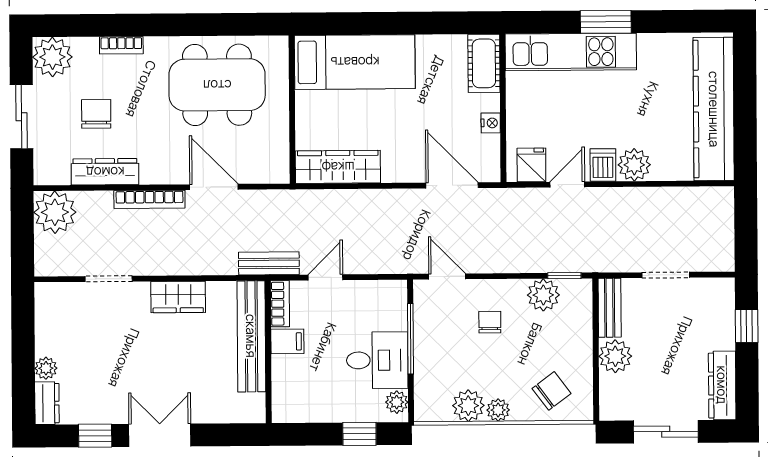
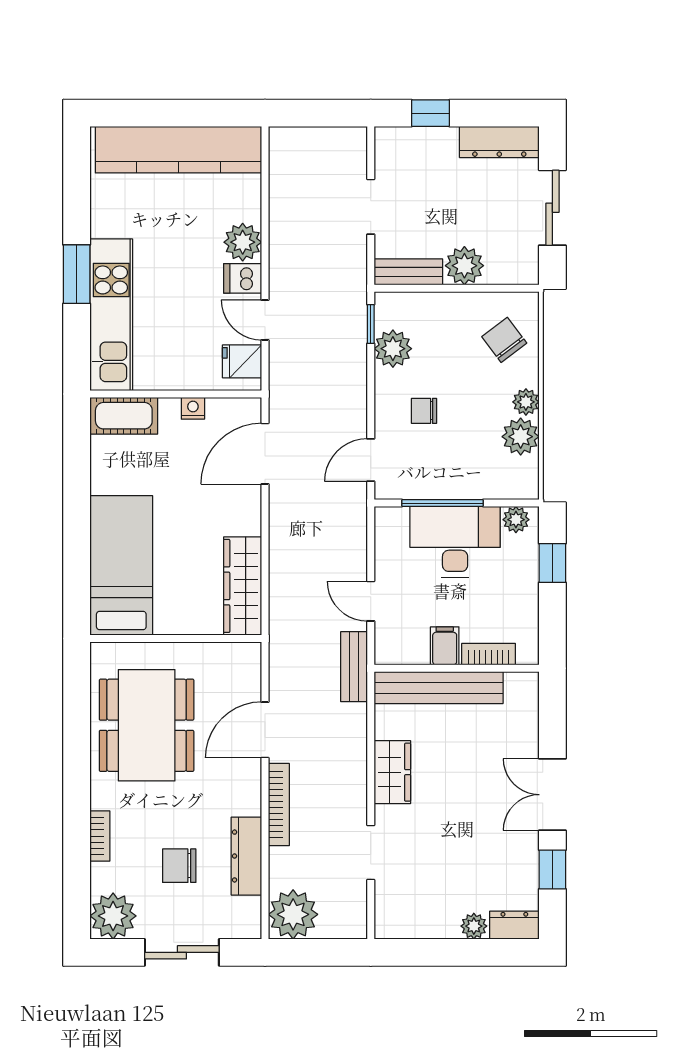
bookcase: (280, 304) -> (489, 654), moved
desk: (377, 360) -> (455, 542), width x1.37

